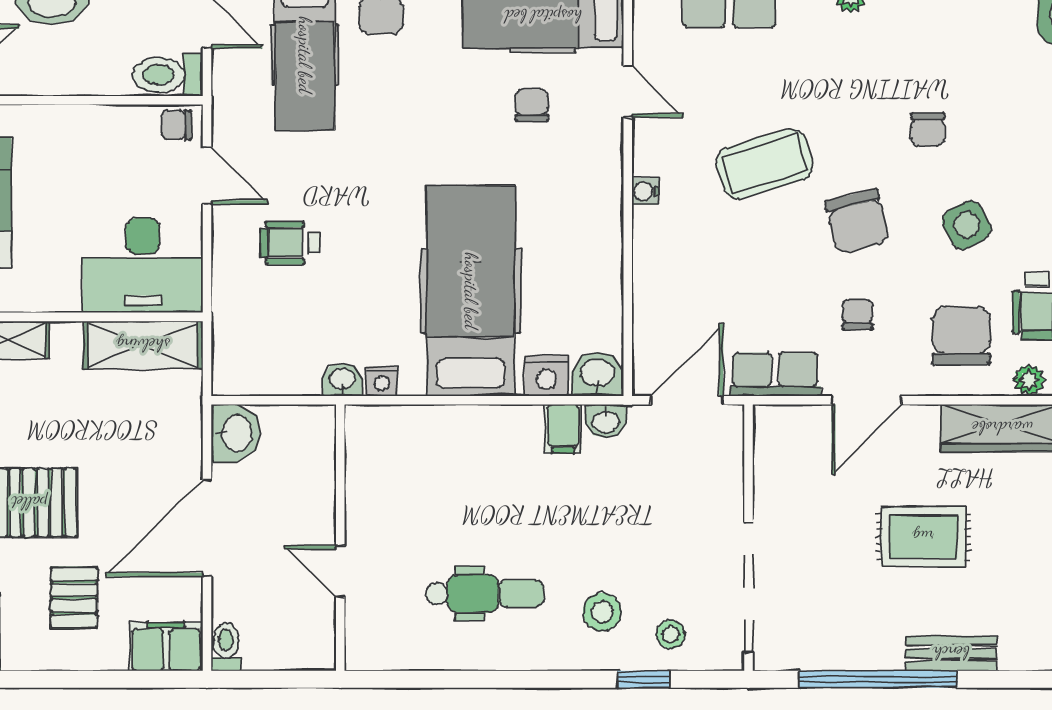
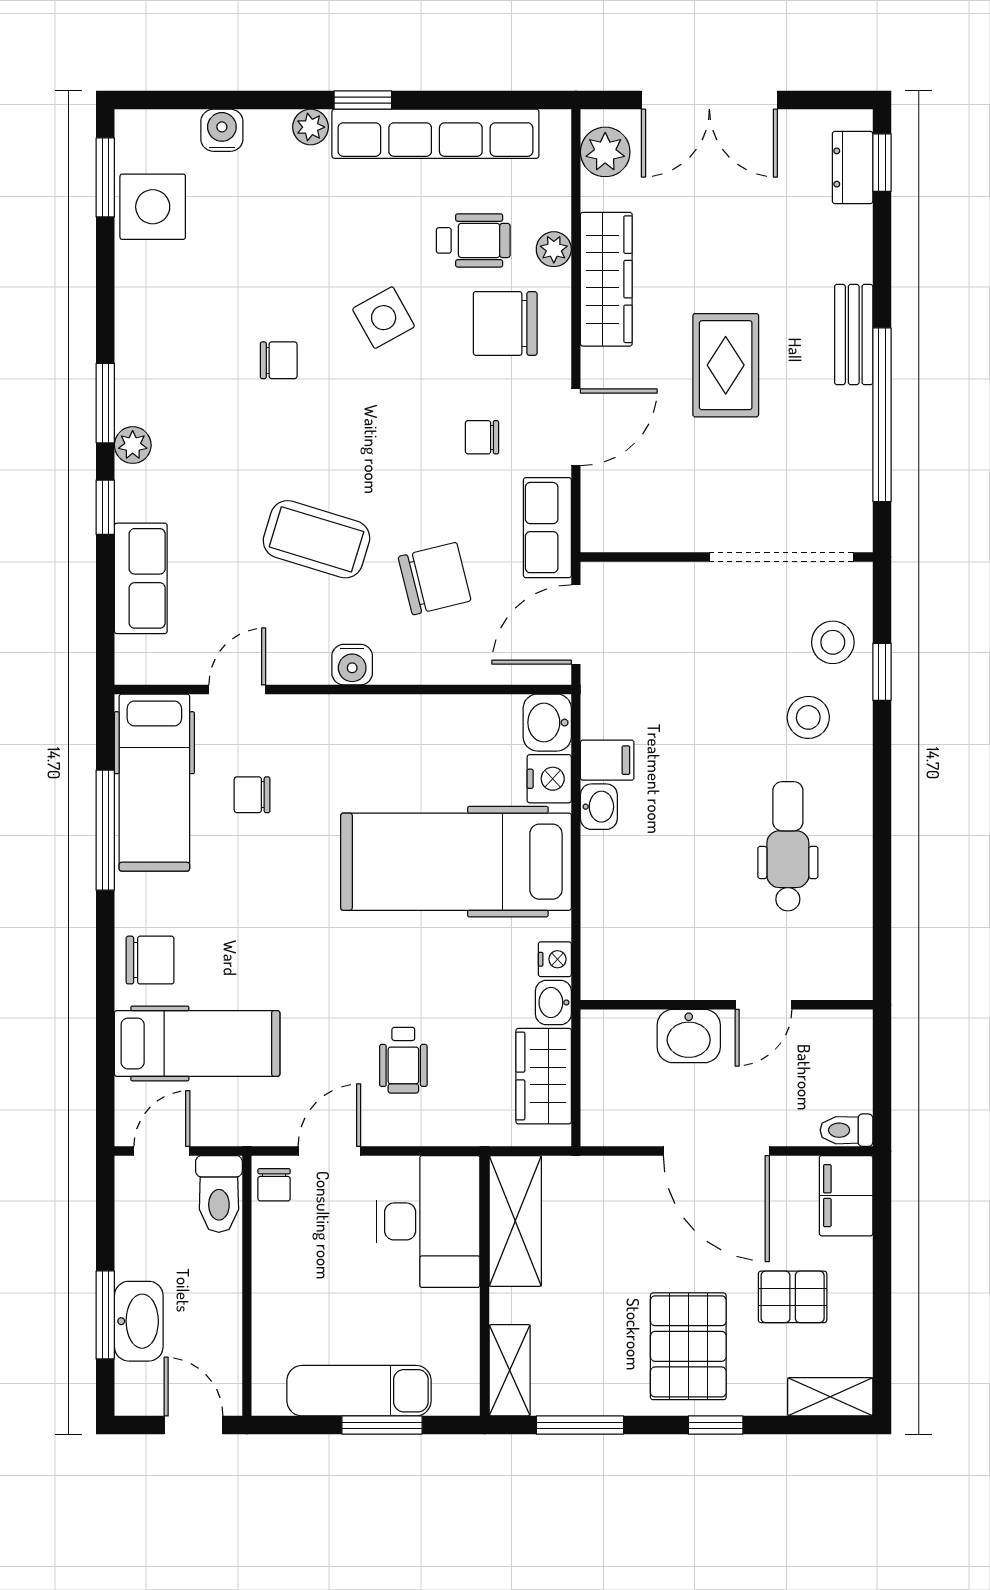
coffee table: (765, 164) -> (316, 539), turned -56
water cooler: (645, 191) -> (352, 665), width x1.38, depth x1.38
chair: (857, 221) -> (435, 579), moved
wardrobe: (275, 371) -> (544, 1076), added
door: (687, 400) -> (576, 625), hinge flipped
door: (867, 400) -> (576, 427), hinge flipped
washbasin: (606, 421) -> (599, 807), moved
washbasin: (236, 433) -> (689, 1036), moved, turned 180
stool: (671, 634) -> (833, 642), width x1.37, depth x1.37

